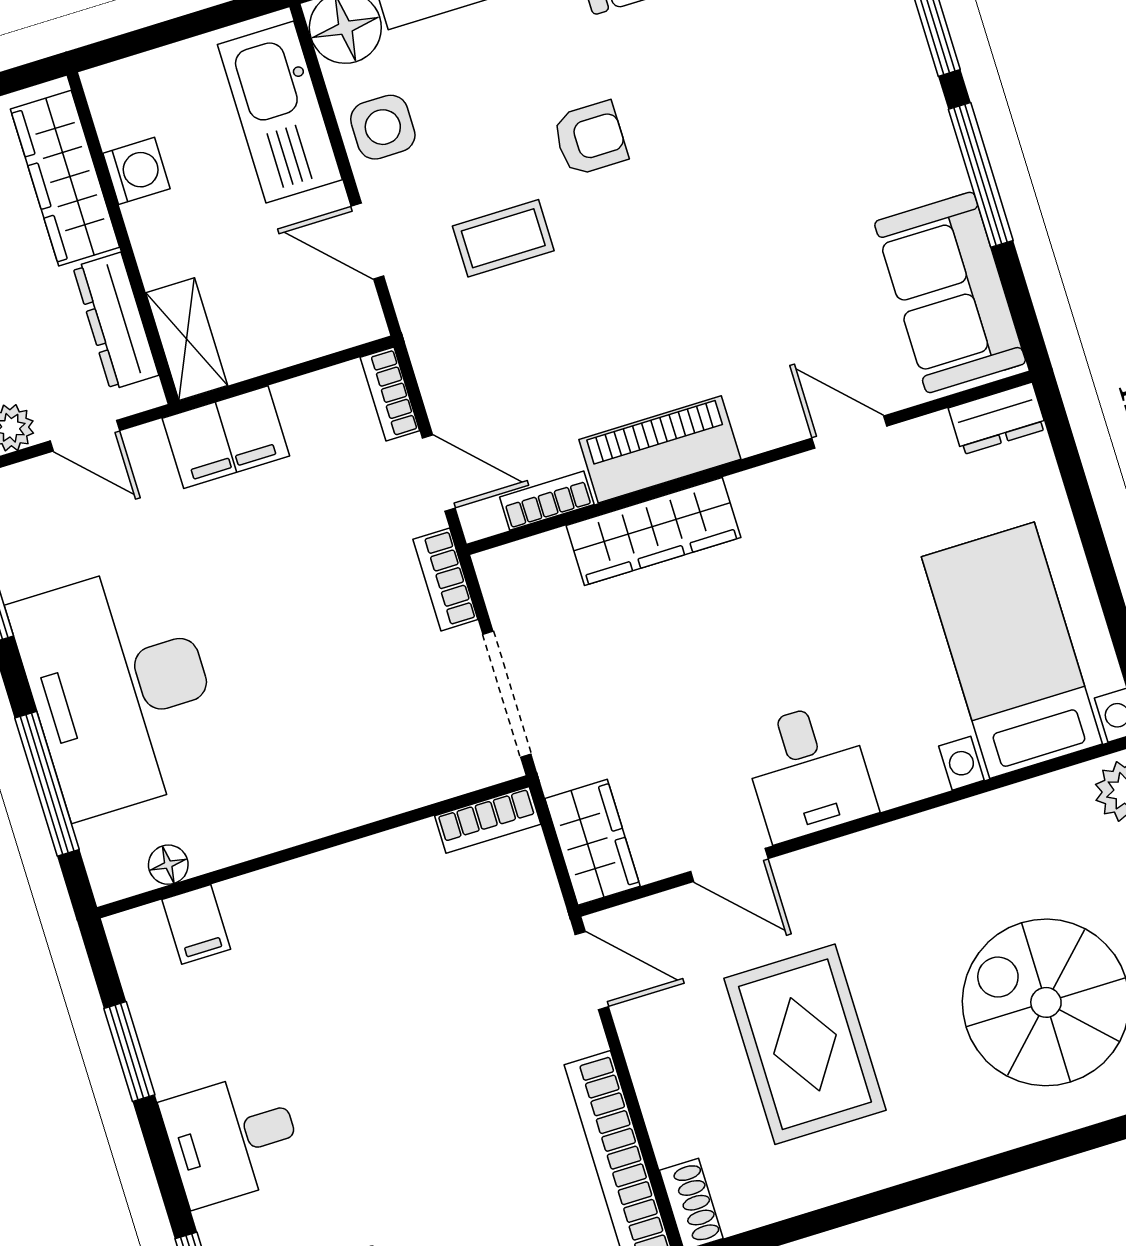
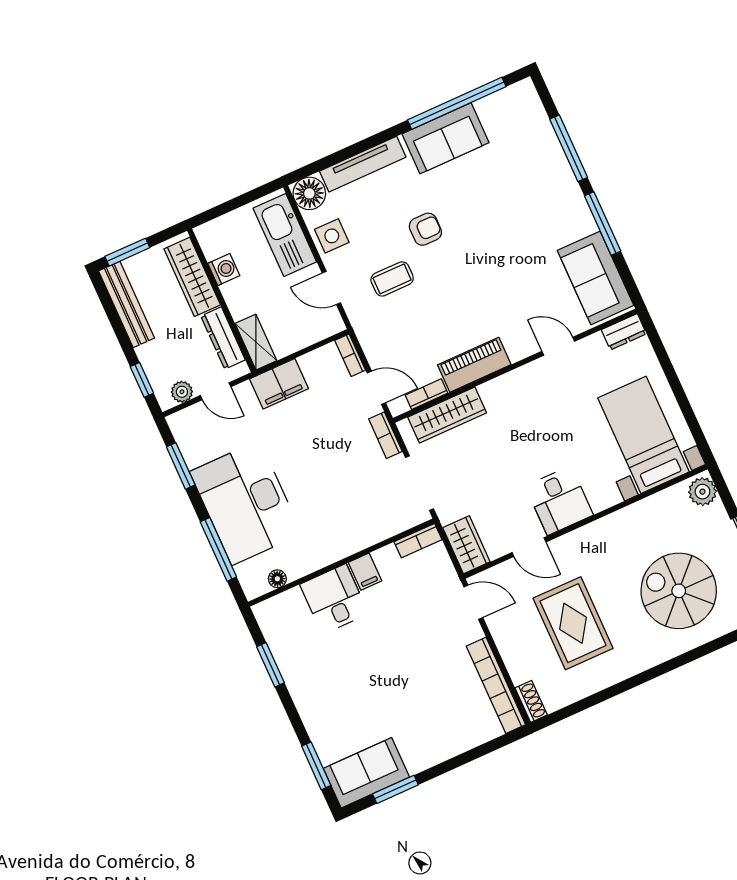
wardrobe: (653, 531) -> (447, 415), moved
filing cabinet: (196, 924) -> (365, 572), moved
desk: (233, 1139) -> (334, 599), moved, turned 90

